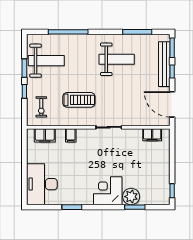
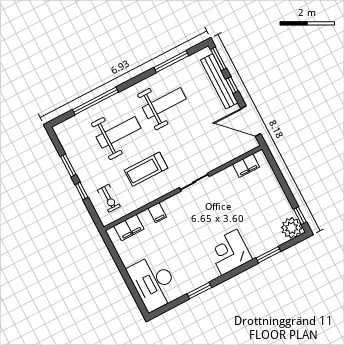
weight bench: (46, 61) -> (119, 132), moved
treadmill: (79, 100) -> (146, 169), turned 180
plant: (131, 197) -> (292, 228), moved

